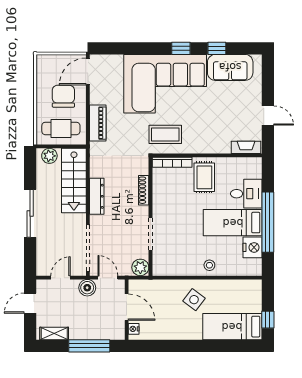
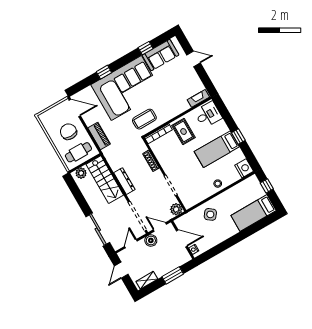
window: (181, 48) -> (104, 72), moved
door: (88, 72) -> (75, 108), swing flipped
door: (268, 116) -> (194, 59), moved
desk: (246, 194) -> (208, 115), moved
sliding door: (30, 213) -> (98, 229), moved
window: (268, 222) -> (238, 137), width x0.32
nightstand: (253, 247) -> (244, 168), moved
side table: (194, 300) -> (210, 214), moved
window: (268, 320) -> (267, 186), moved
window: (89, 346) -> (173, 275), width x0.69

